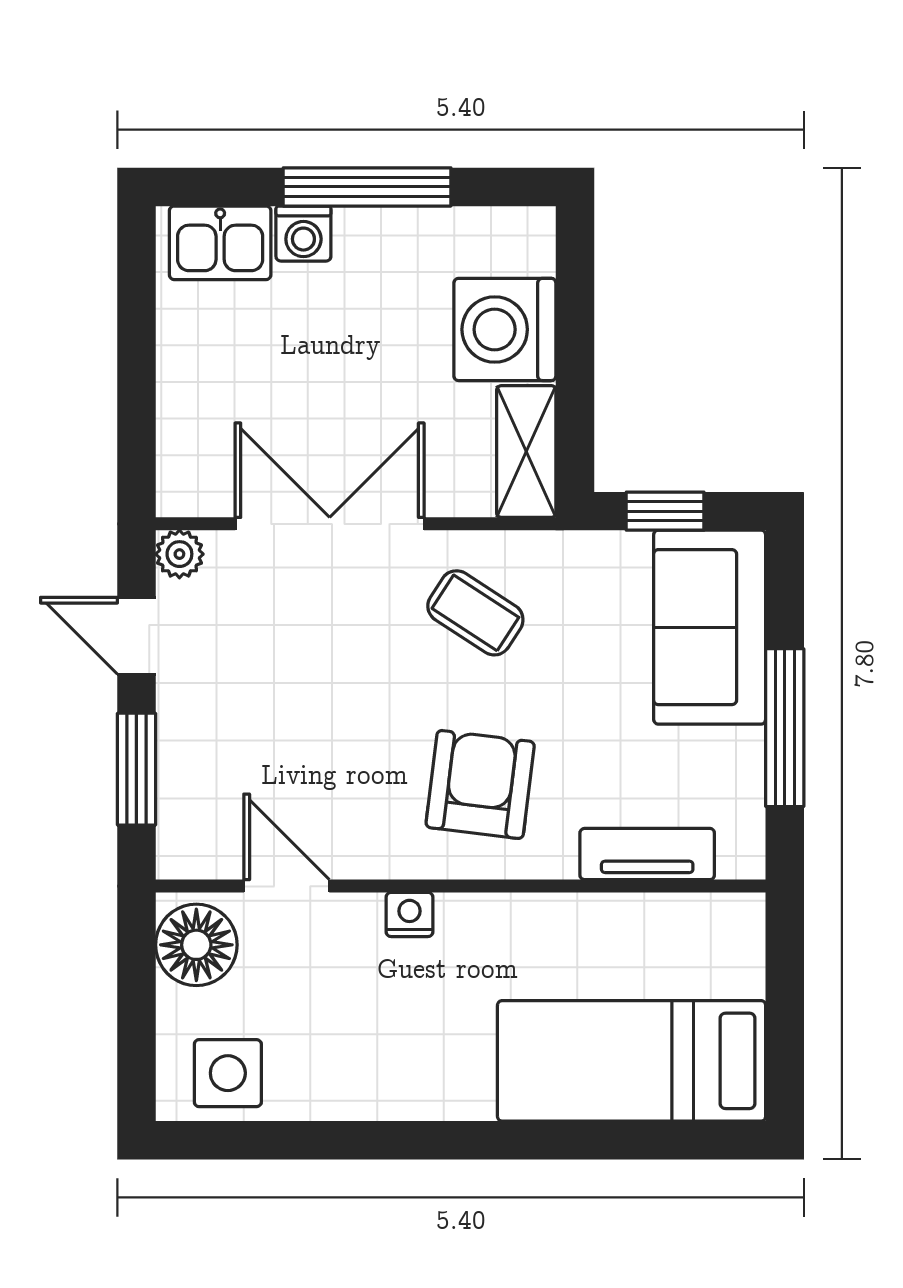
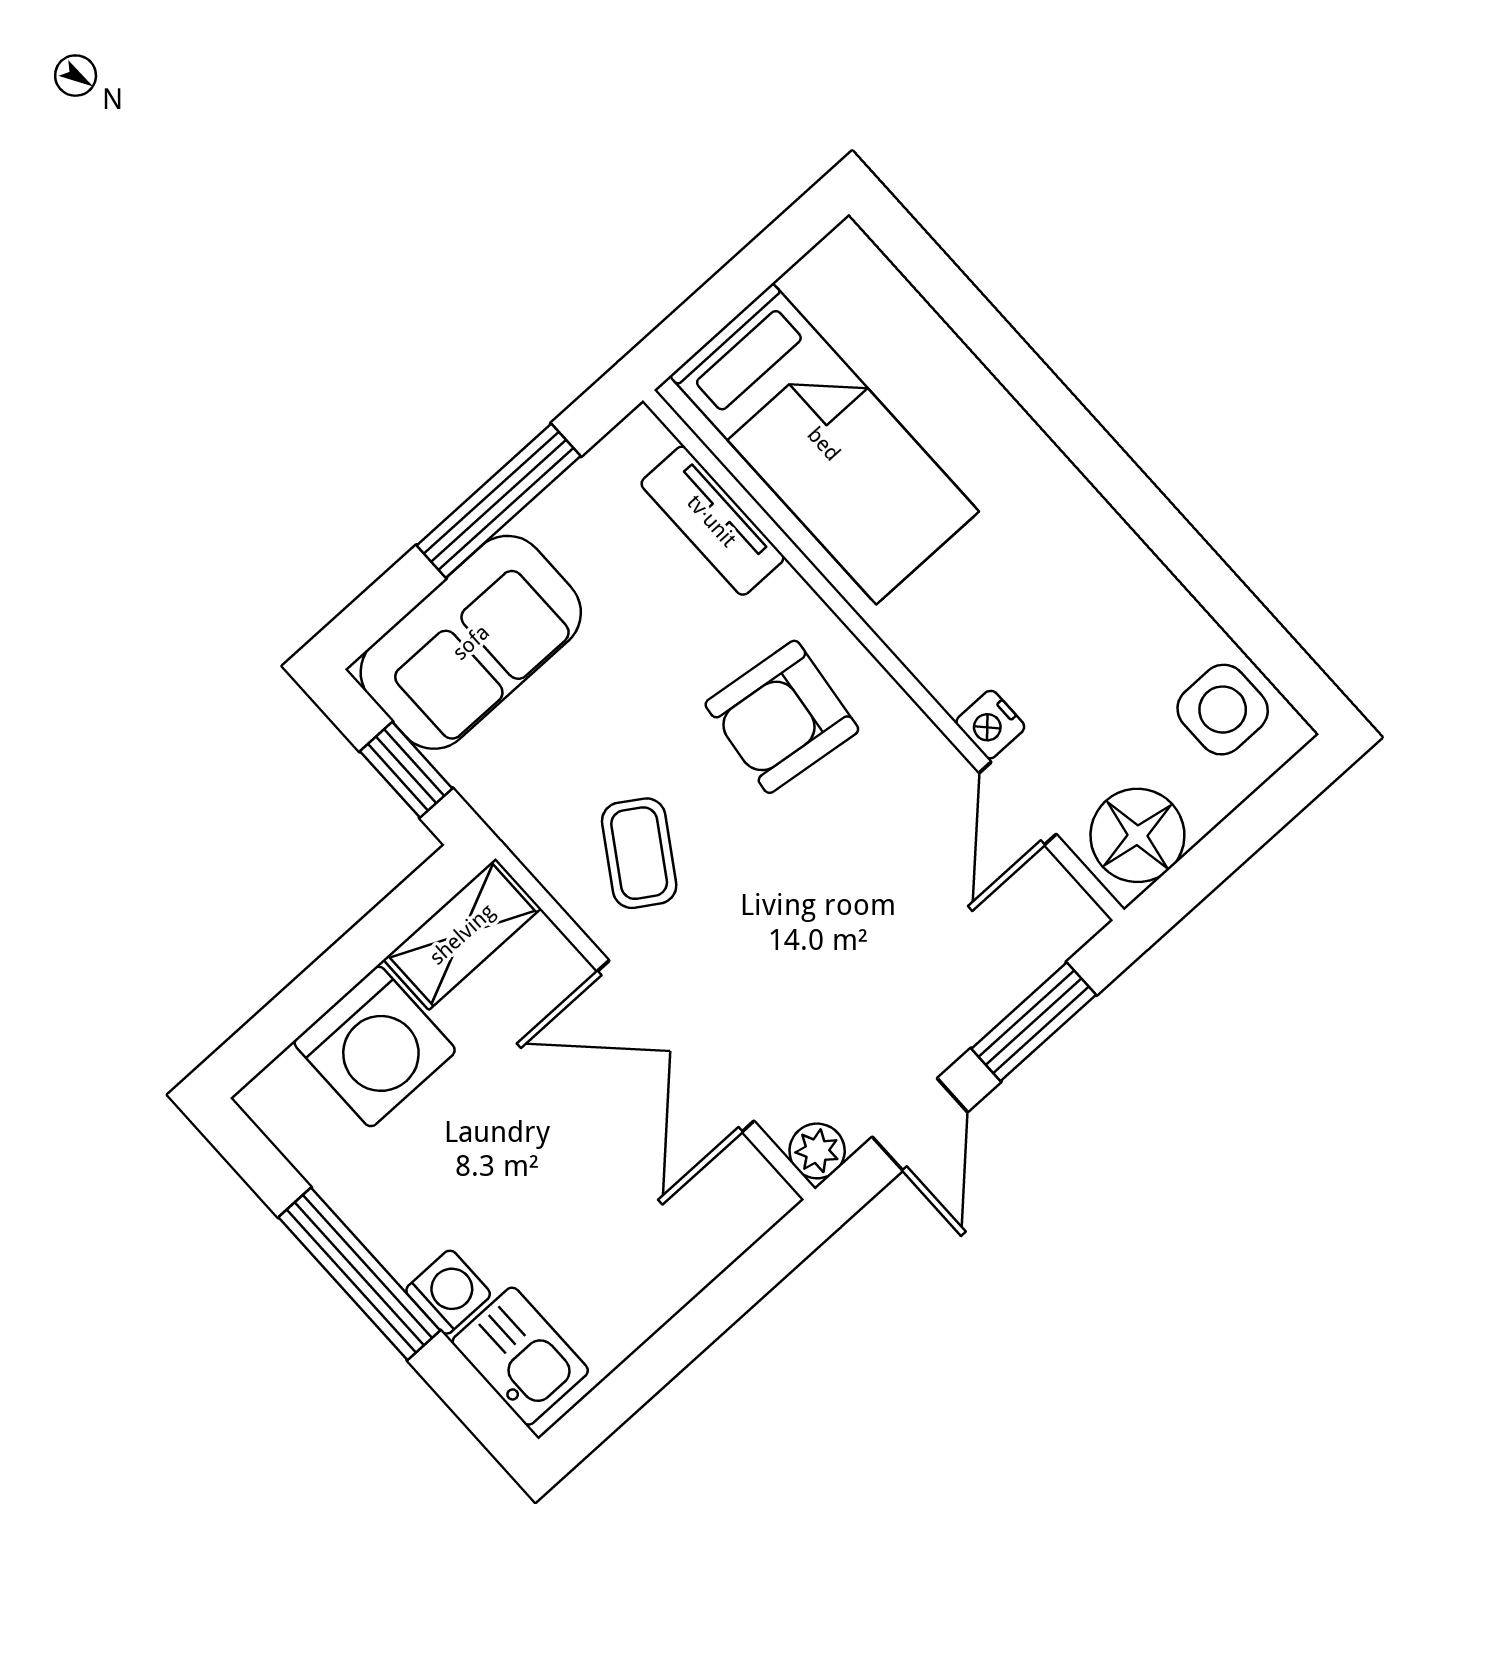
nightstand: (410, 914) -> (990, 725), moved
bed: (632, 1061) -> (824, 444), moved

